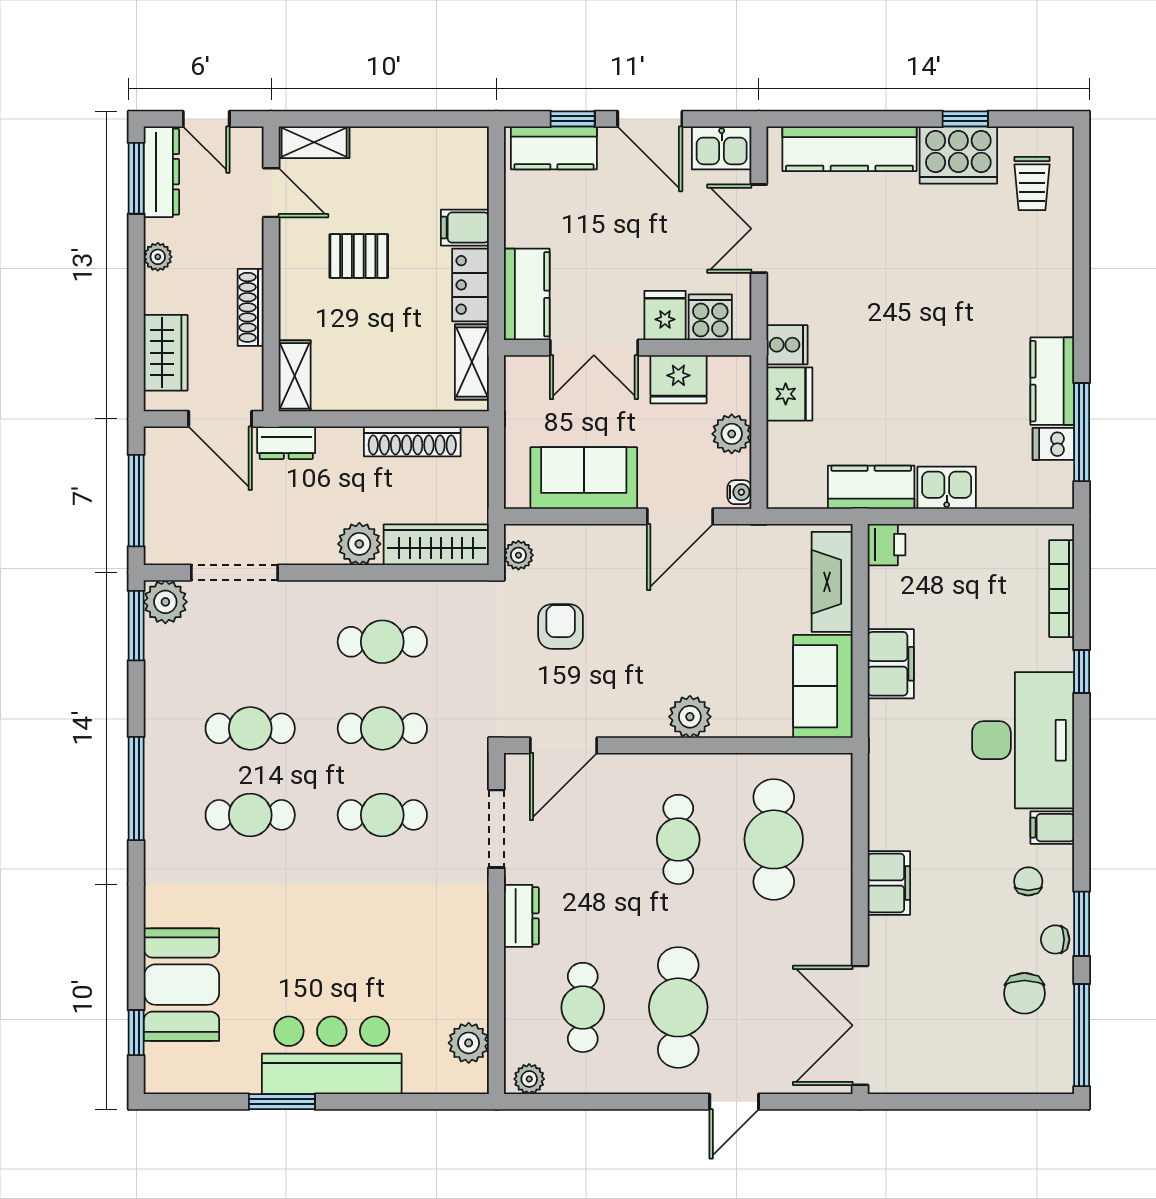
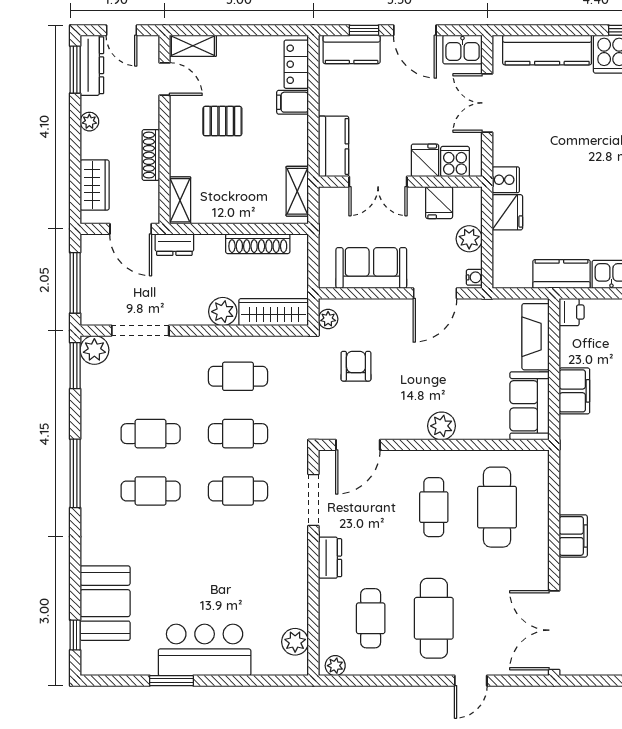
locker: (470, 285) -> (296, 64), moved
fridge: (678, 379) -> (439, 203), width x0.72

